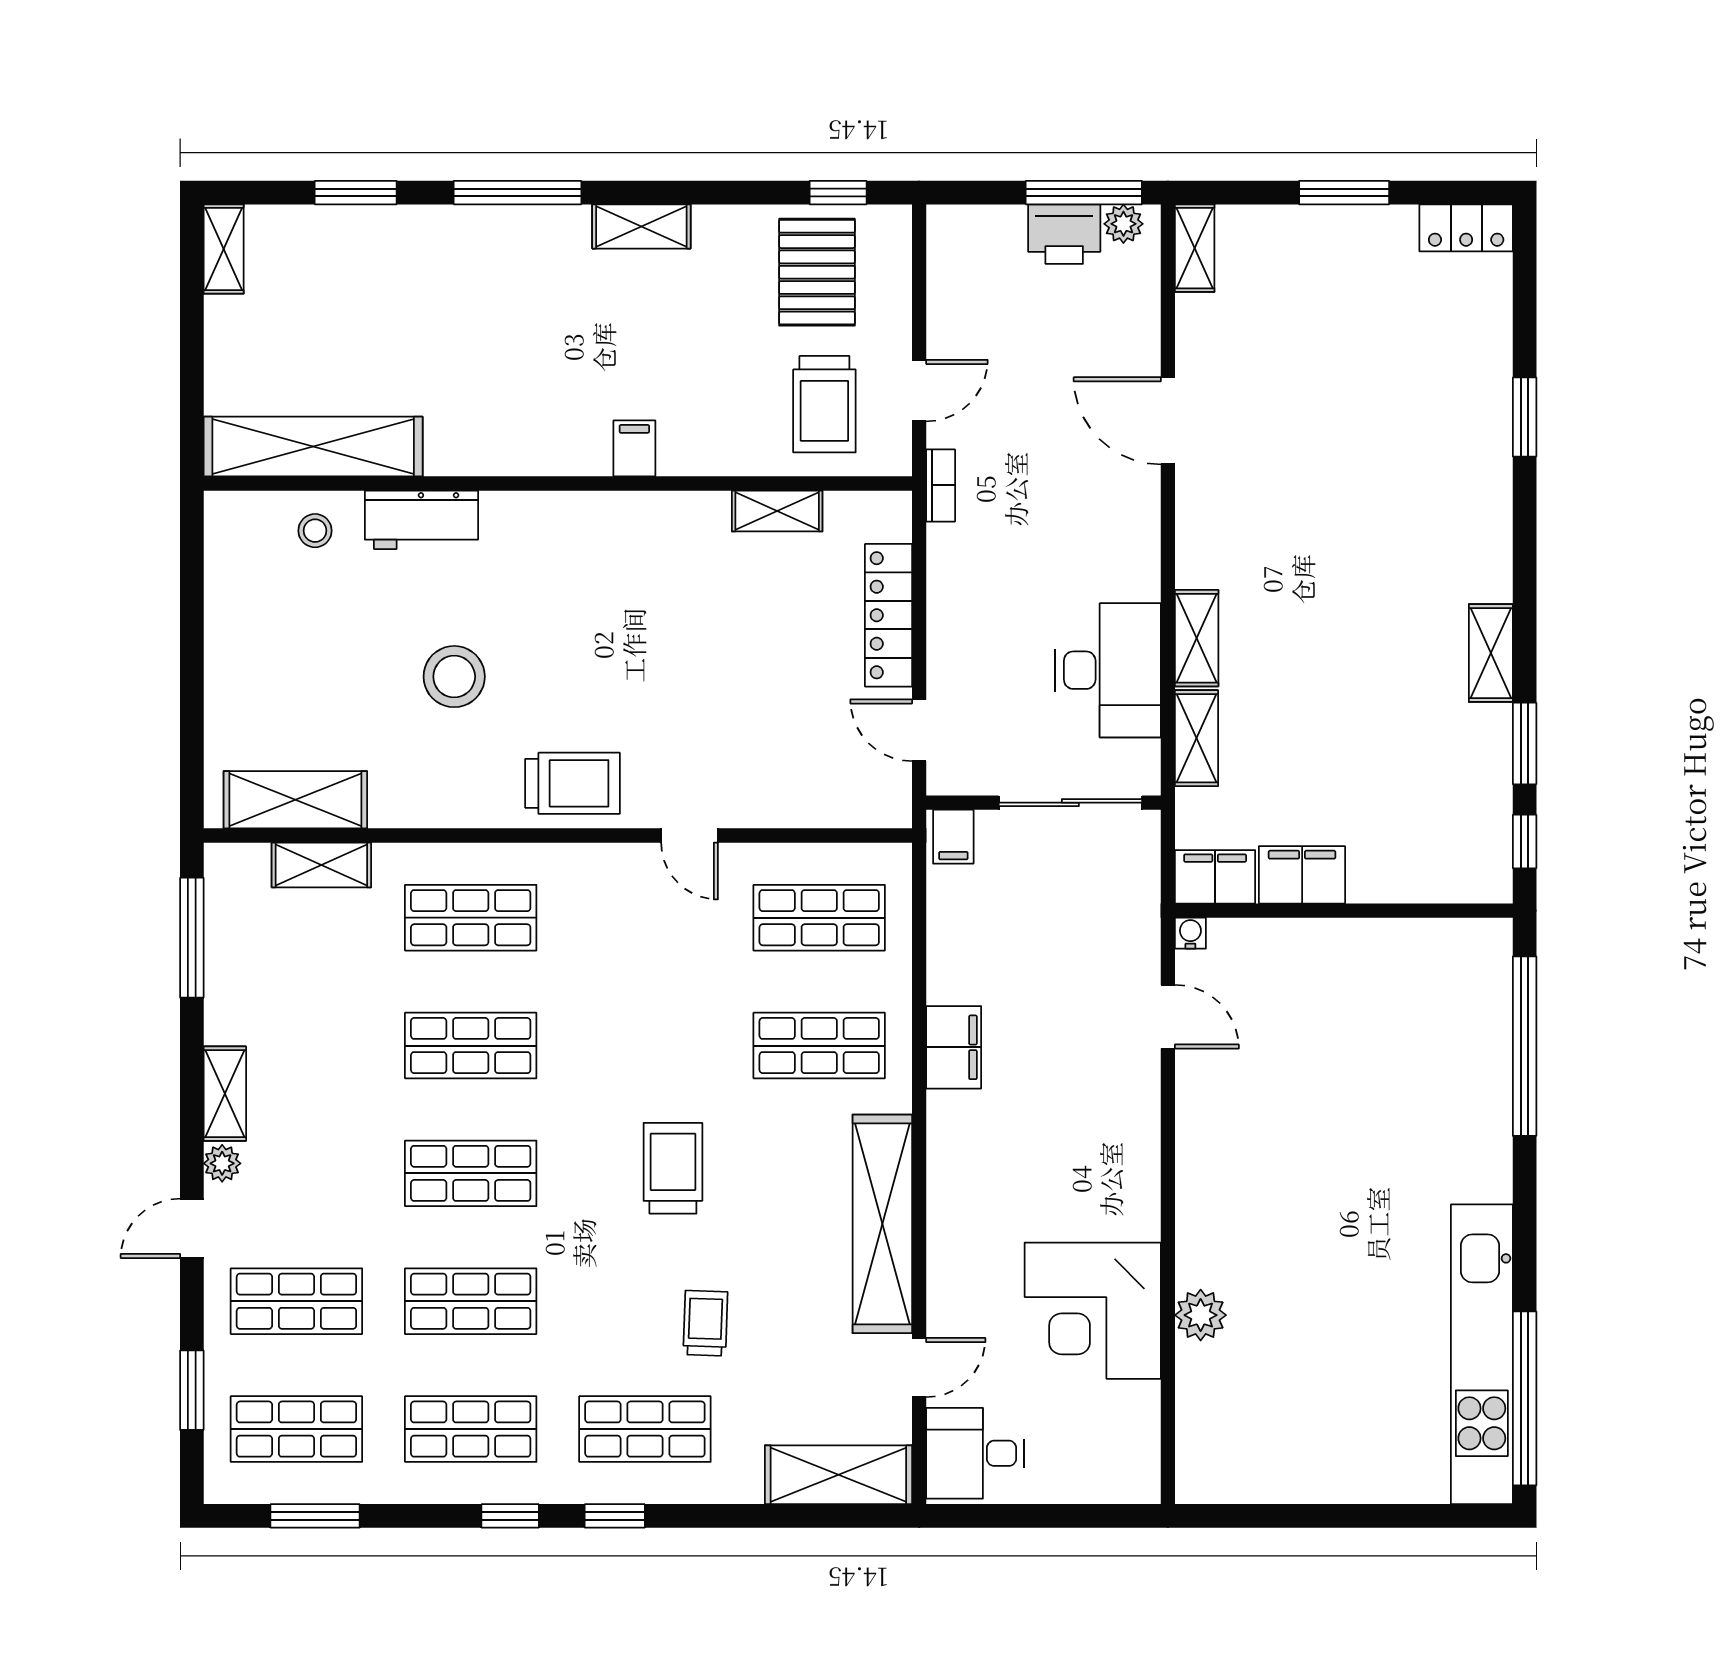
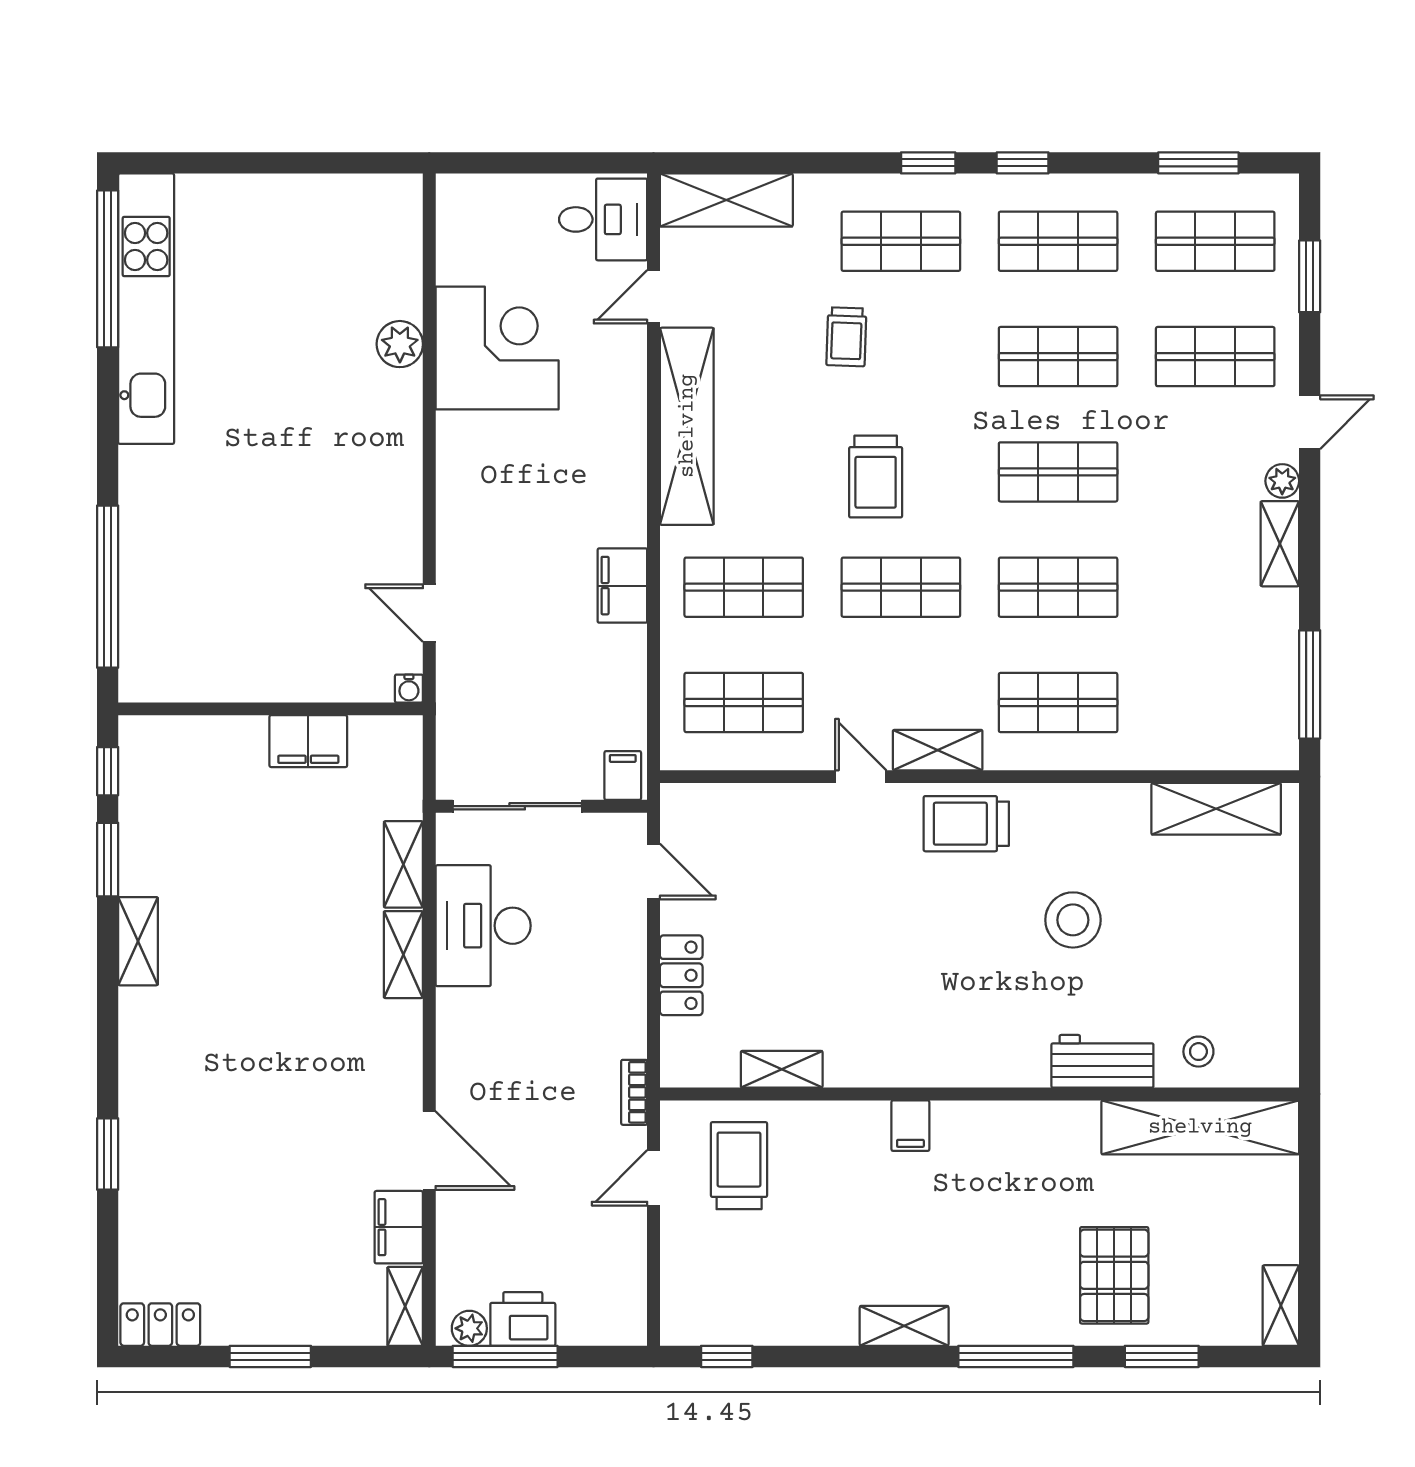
pallet: (817, 272) -> (1114, 1275), moved
locker: (889, 615) -> (681, 975), width x0.66
shelving: (321, 865) -> (938, 750), moved
filing cabinet: (1215, 877) -> (399, 1227), moved, turned 90
shop shelf: (645, 1046) -> (901, 587), added

